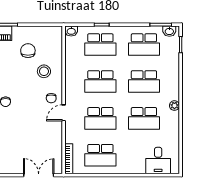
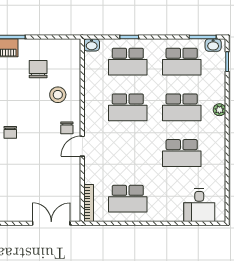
plant: (174, 106) -> (219, 110), moved
school desk: (100, 118) -> (128, 153), removed

